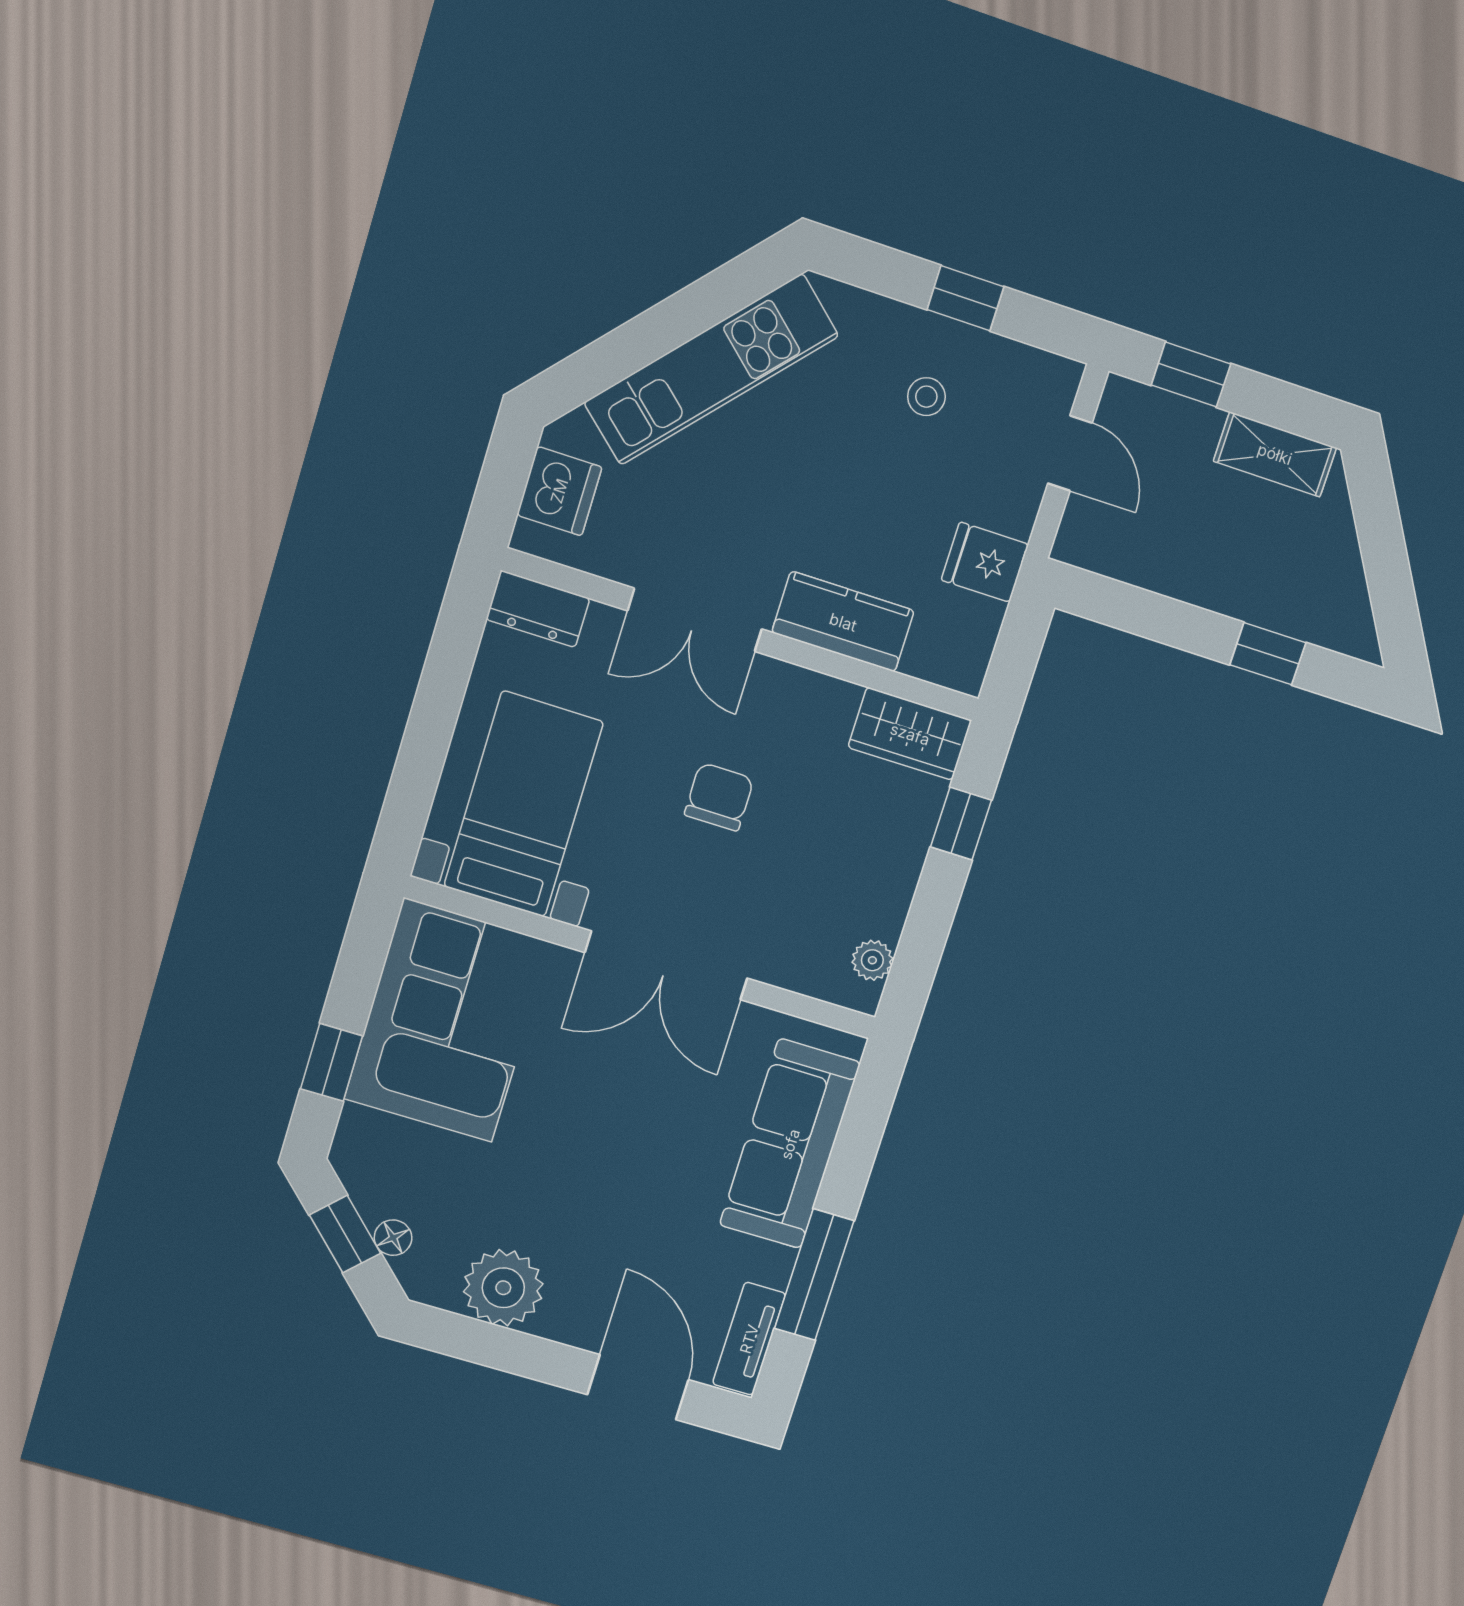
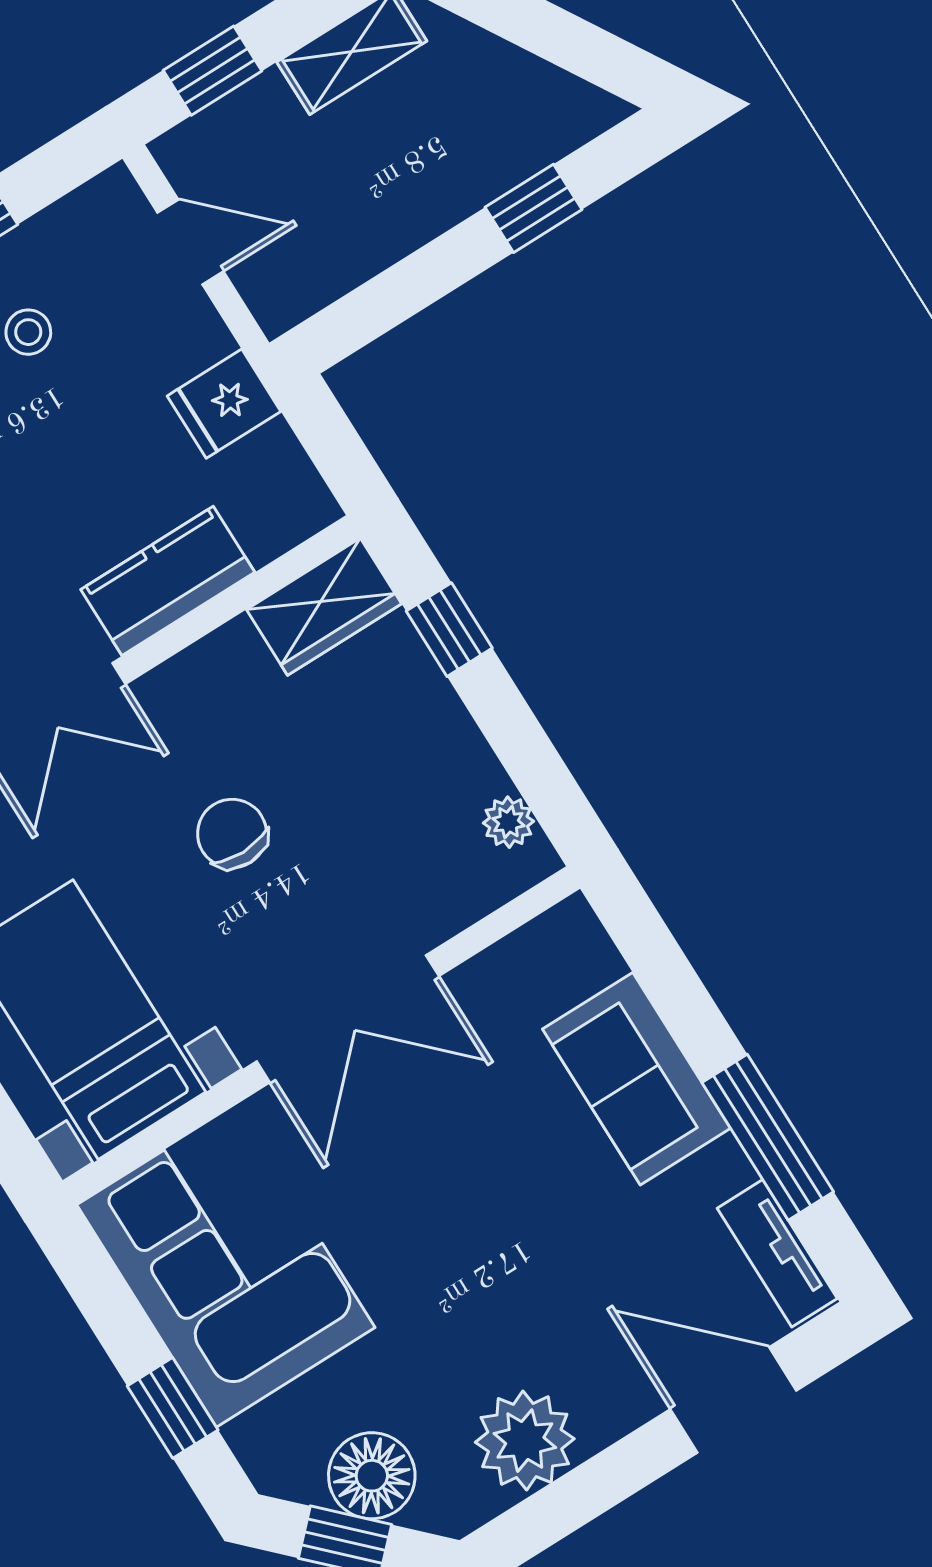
sofa: (790, 1144) -> (637, 1079), width x0.73
floor lamp: (393, 1238) -> (372, 1476), width x1.89, depth x1.89

